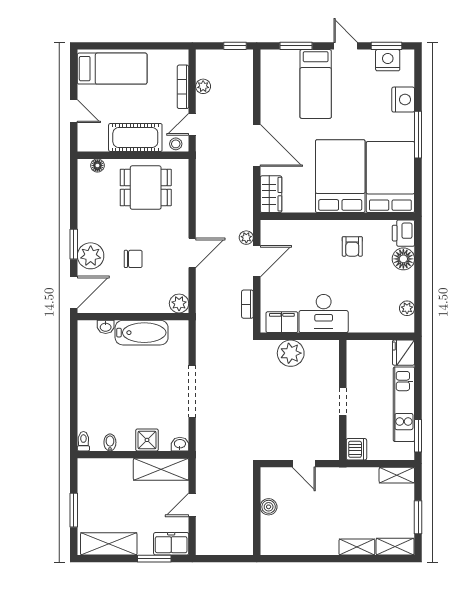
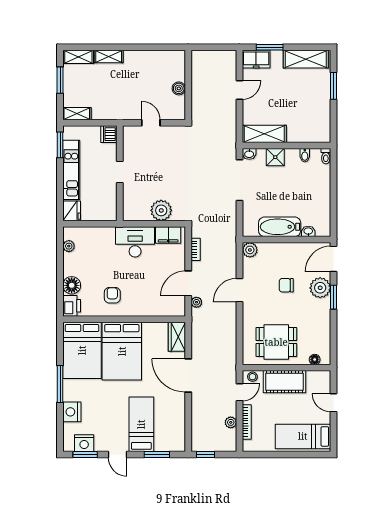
shower: (147, 440) -> (275, 157), moved
toilet: (83, 441) -> (326, 156), moved
bidet: (110, 442) -> (305, 155), moved
washbasin: (180, 444) -> (249, 154), moved
wall: (133, 455) -> (286, 145), moved
shelving: (161, 469) -> (264, 134), moved

